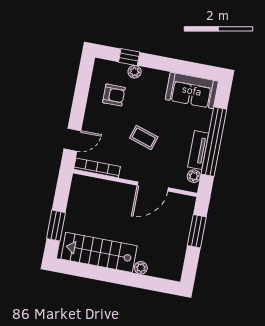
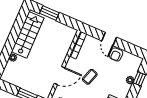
armchair: (114, 95) -> (116, 54), moved
door: (72, 140) -> (109, 39), moved
door: (153, 186) -> (60, 76), swing flipped

